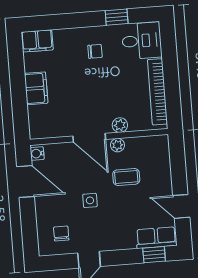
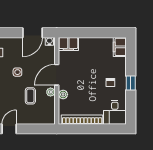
window: (117, 17) -> (131, 83), moved
filing cabinet: (36, 88) -> (68, 44), moved

